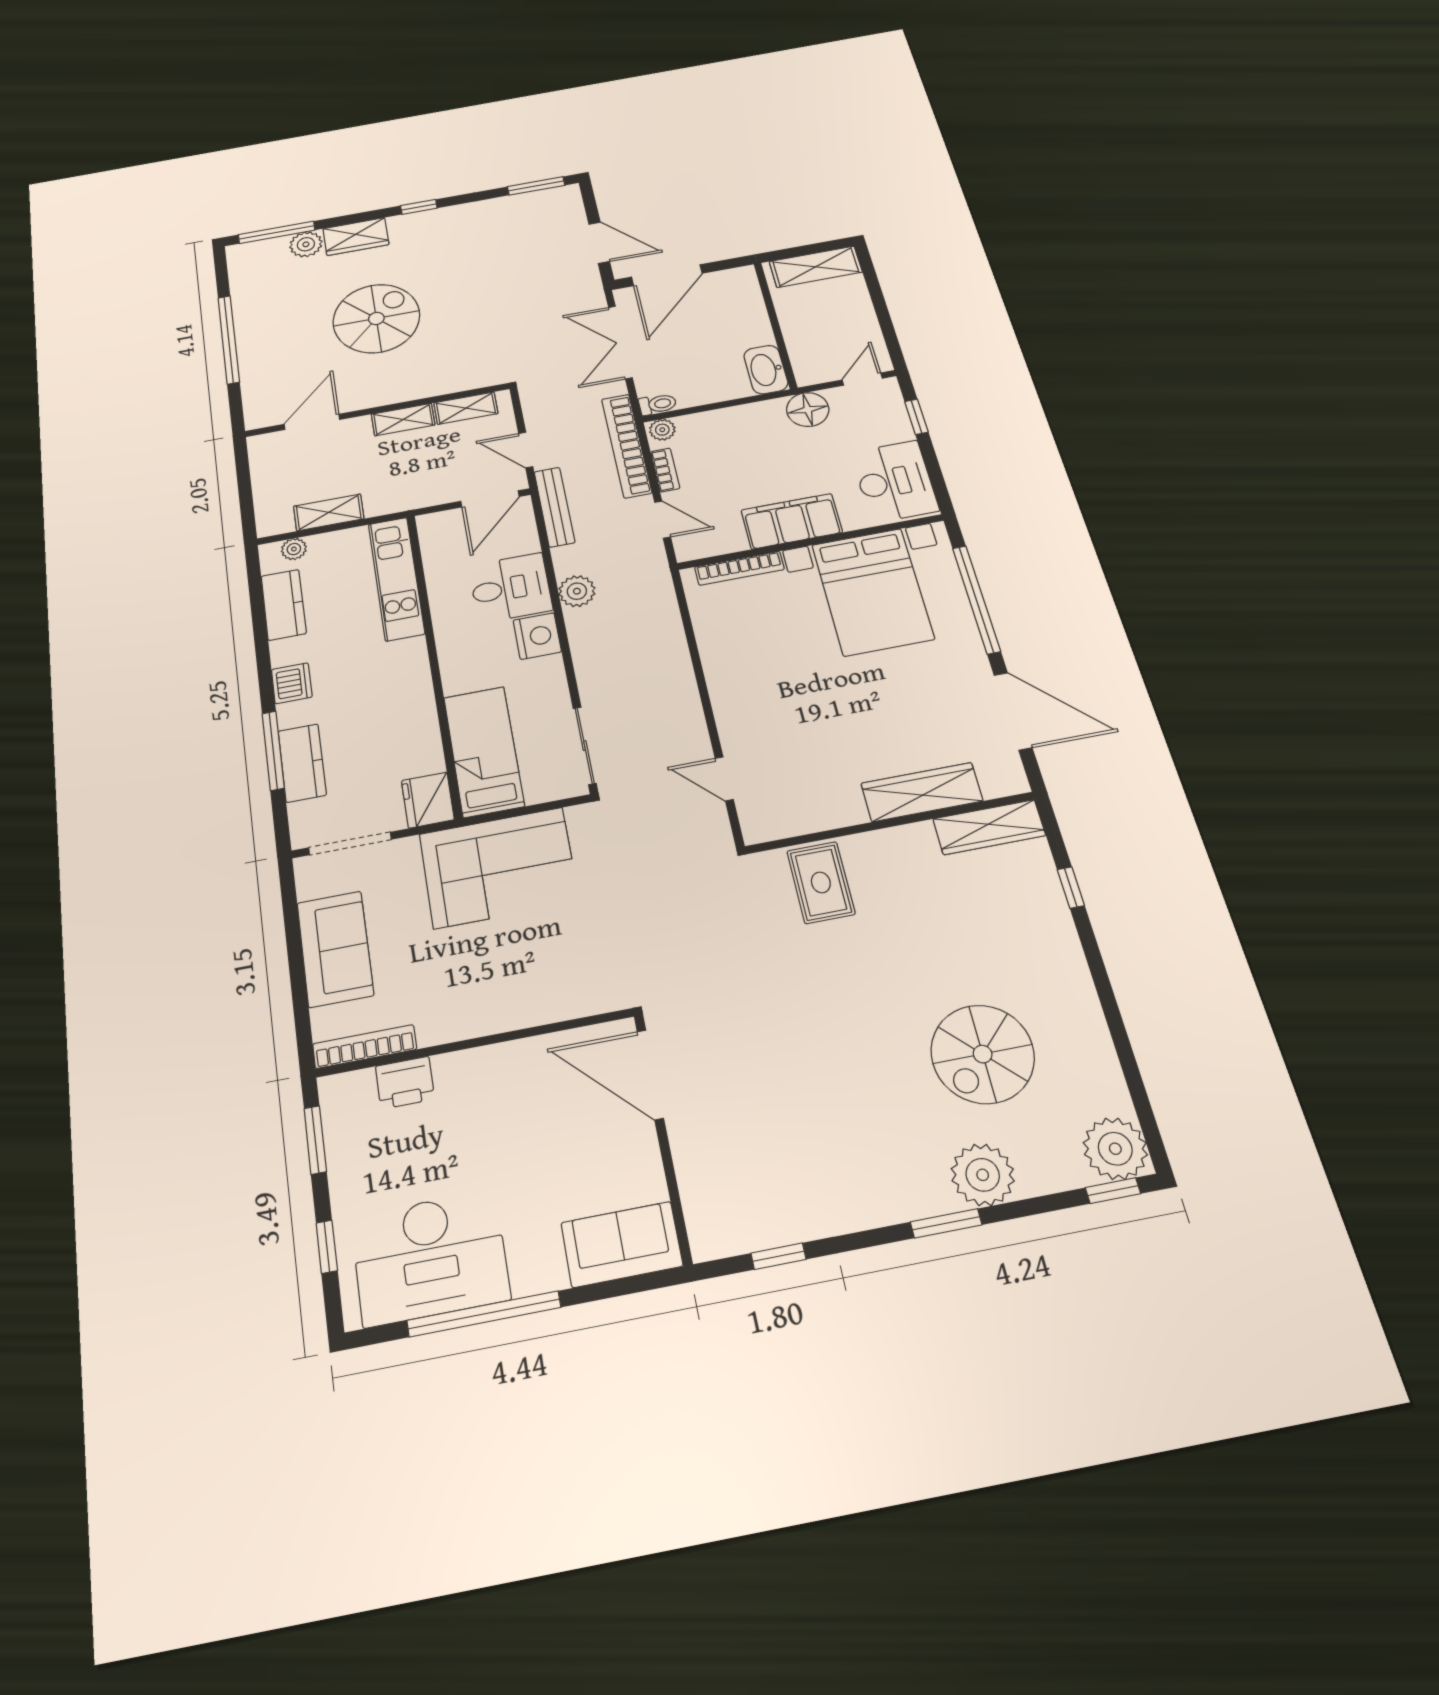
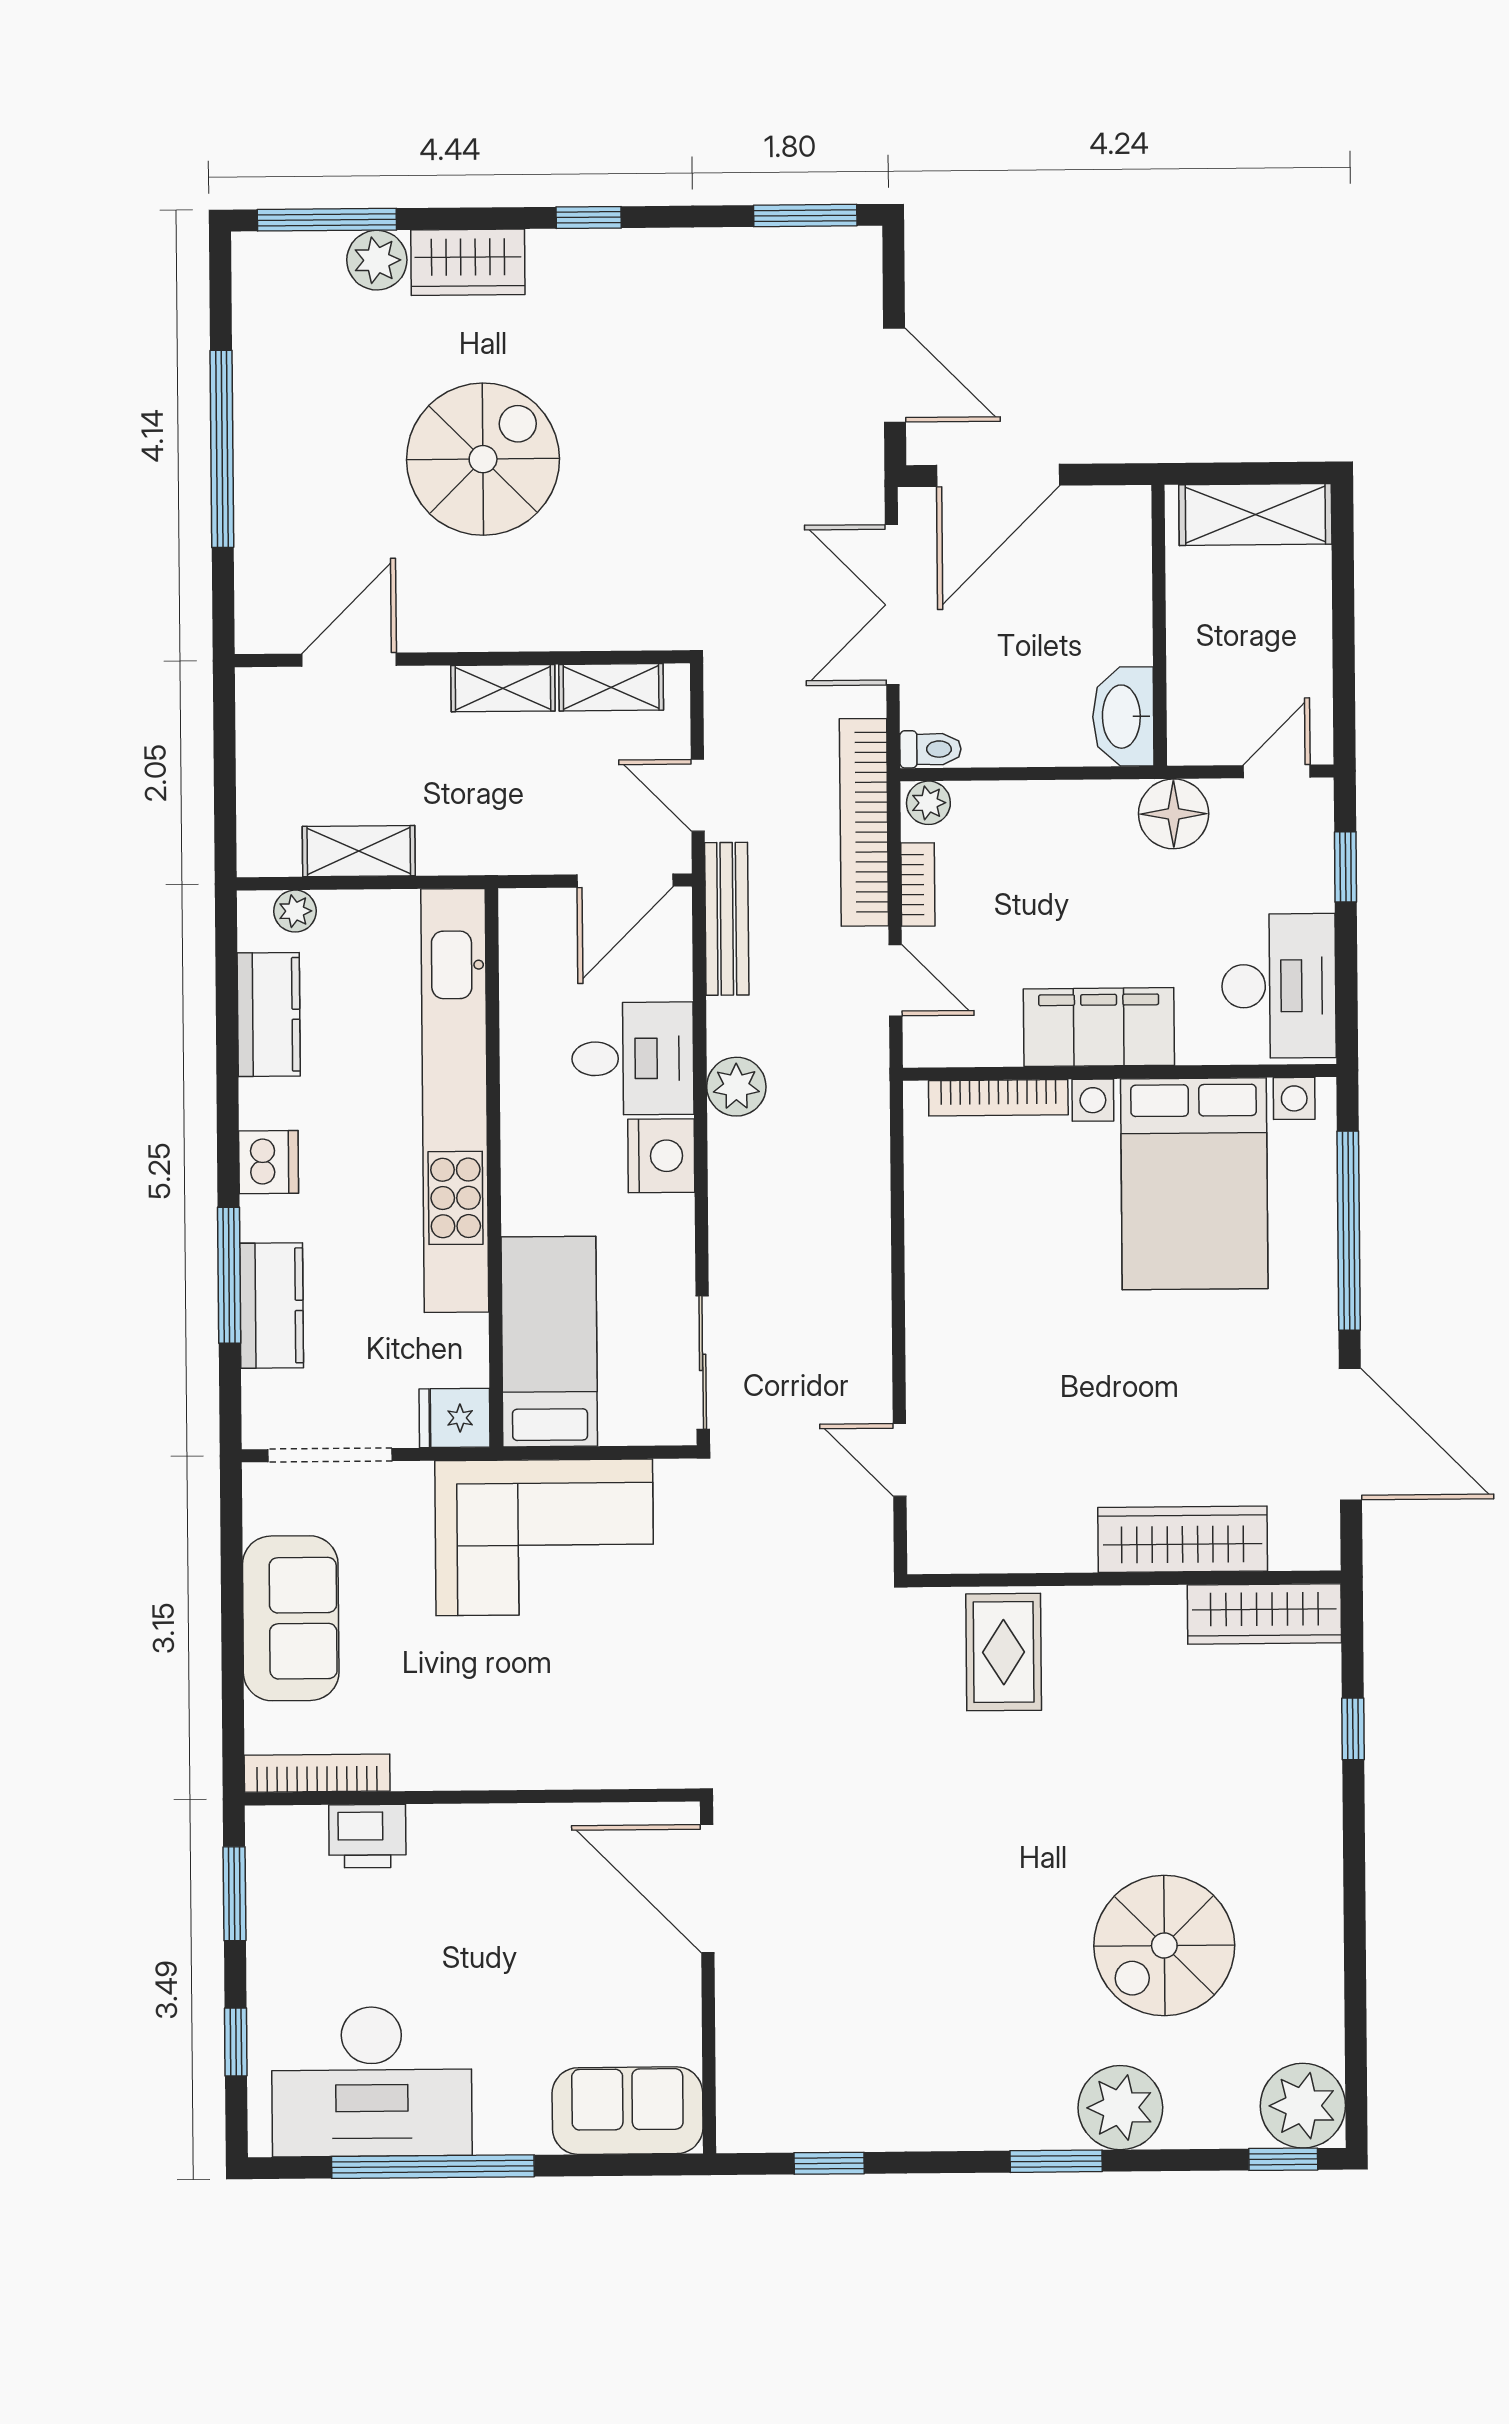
kitchen unit: (396, 578) -> (455, 1100), width x1.86
fridge: (428, 800) -> (454, 1418), width x0.72

